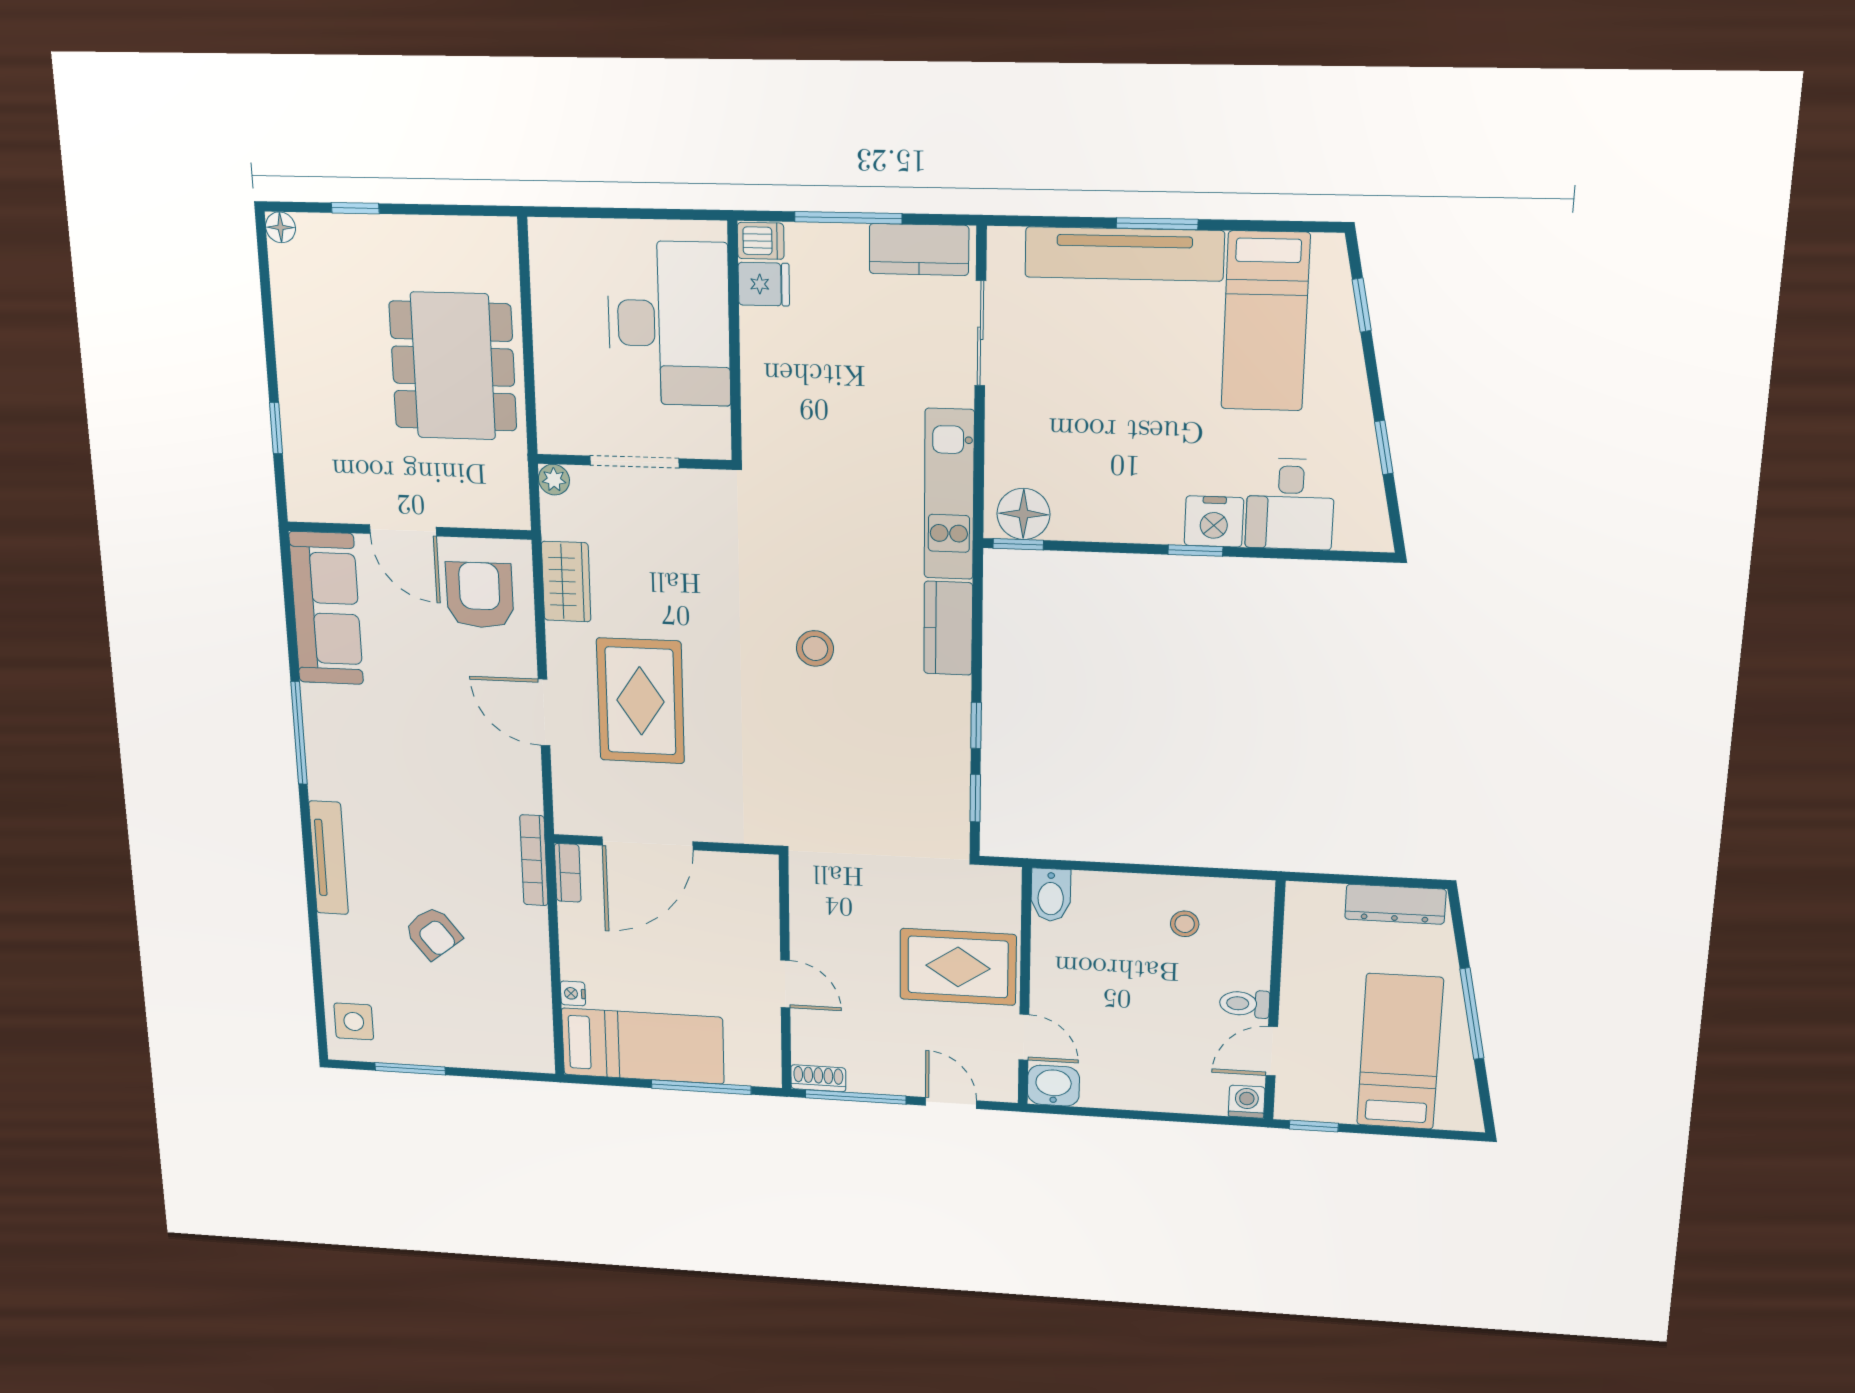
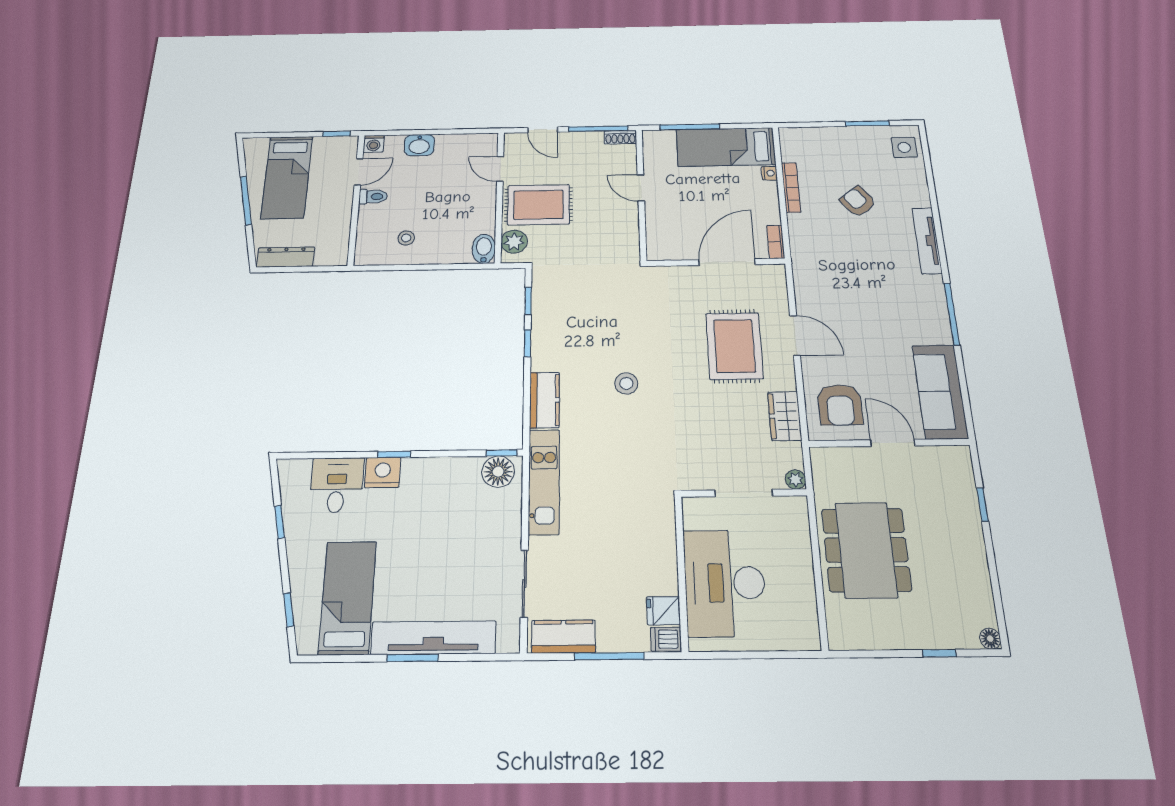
bookcase: (534, 860) -> (791, 187), moved
plant: (999, 904) -> (514, 242), added
washbasin: (1053, 1086) -> (419, 145), moved

